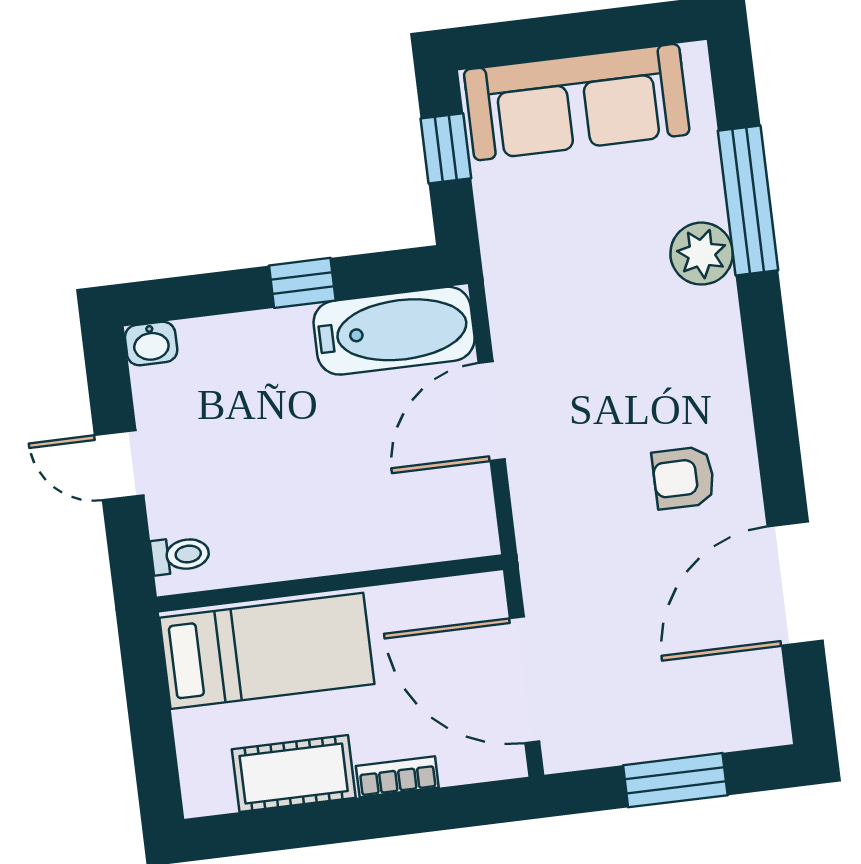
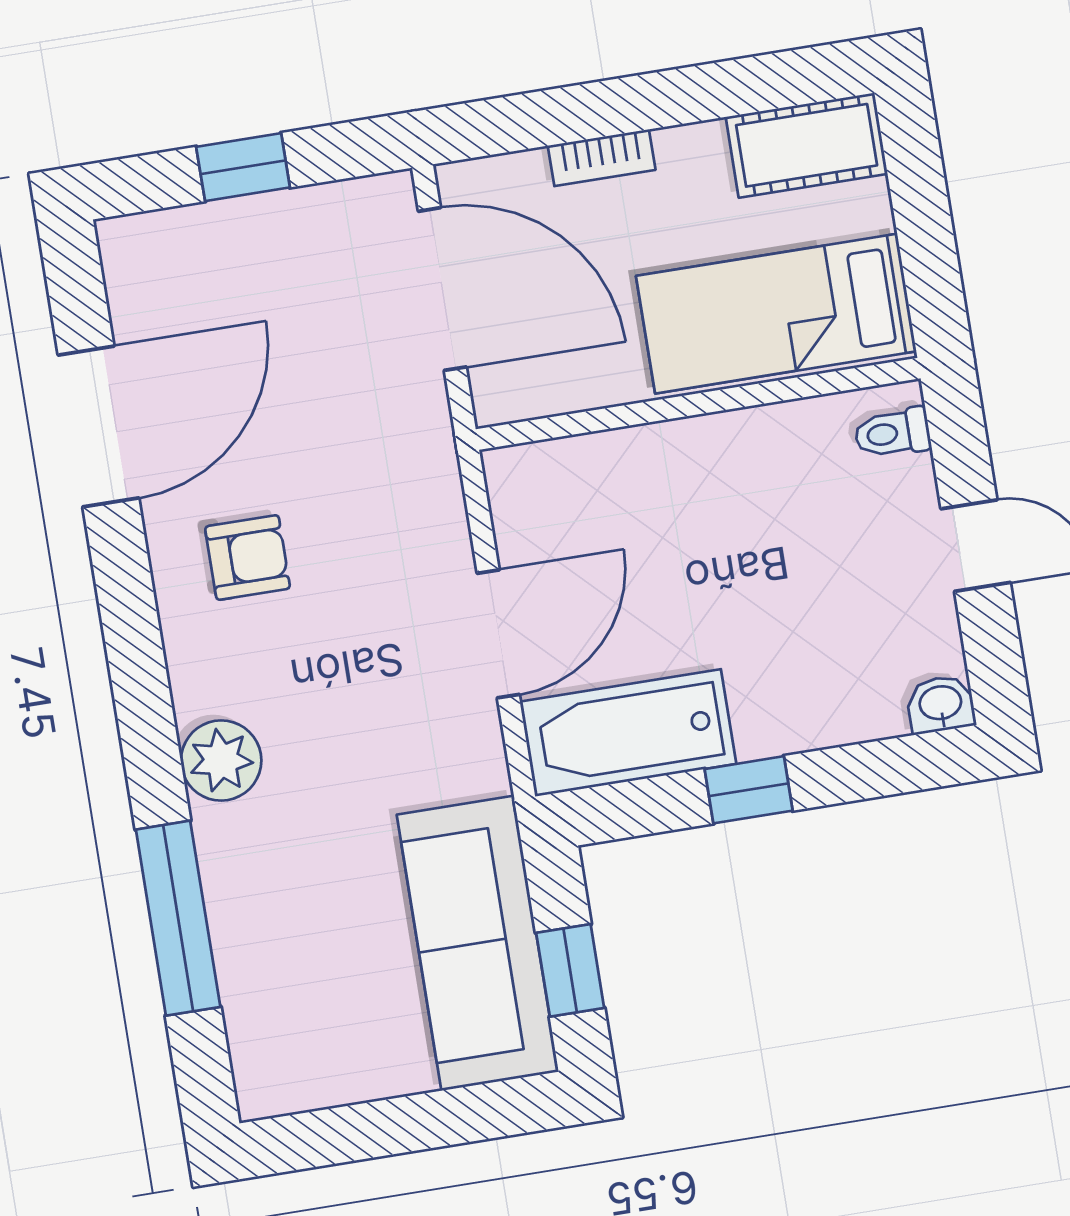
sofa: (577, 102) -> (478, 943), moved, turned -90
plant: (702, 254) -> (221, 761), moved
cot: (294, 774) -> (807, 145), moved
window: (675, 780) -> (243, 167), width x0.67

